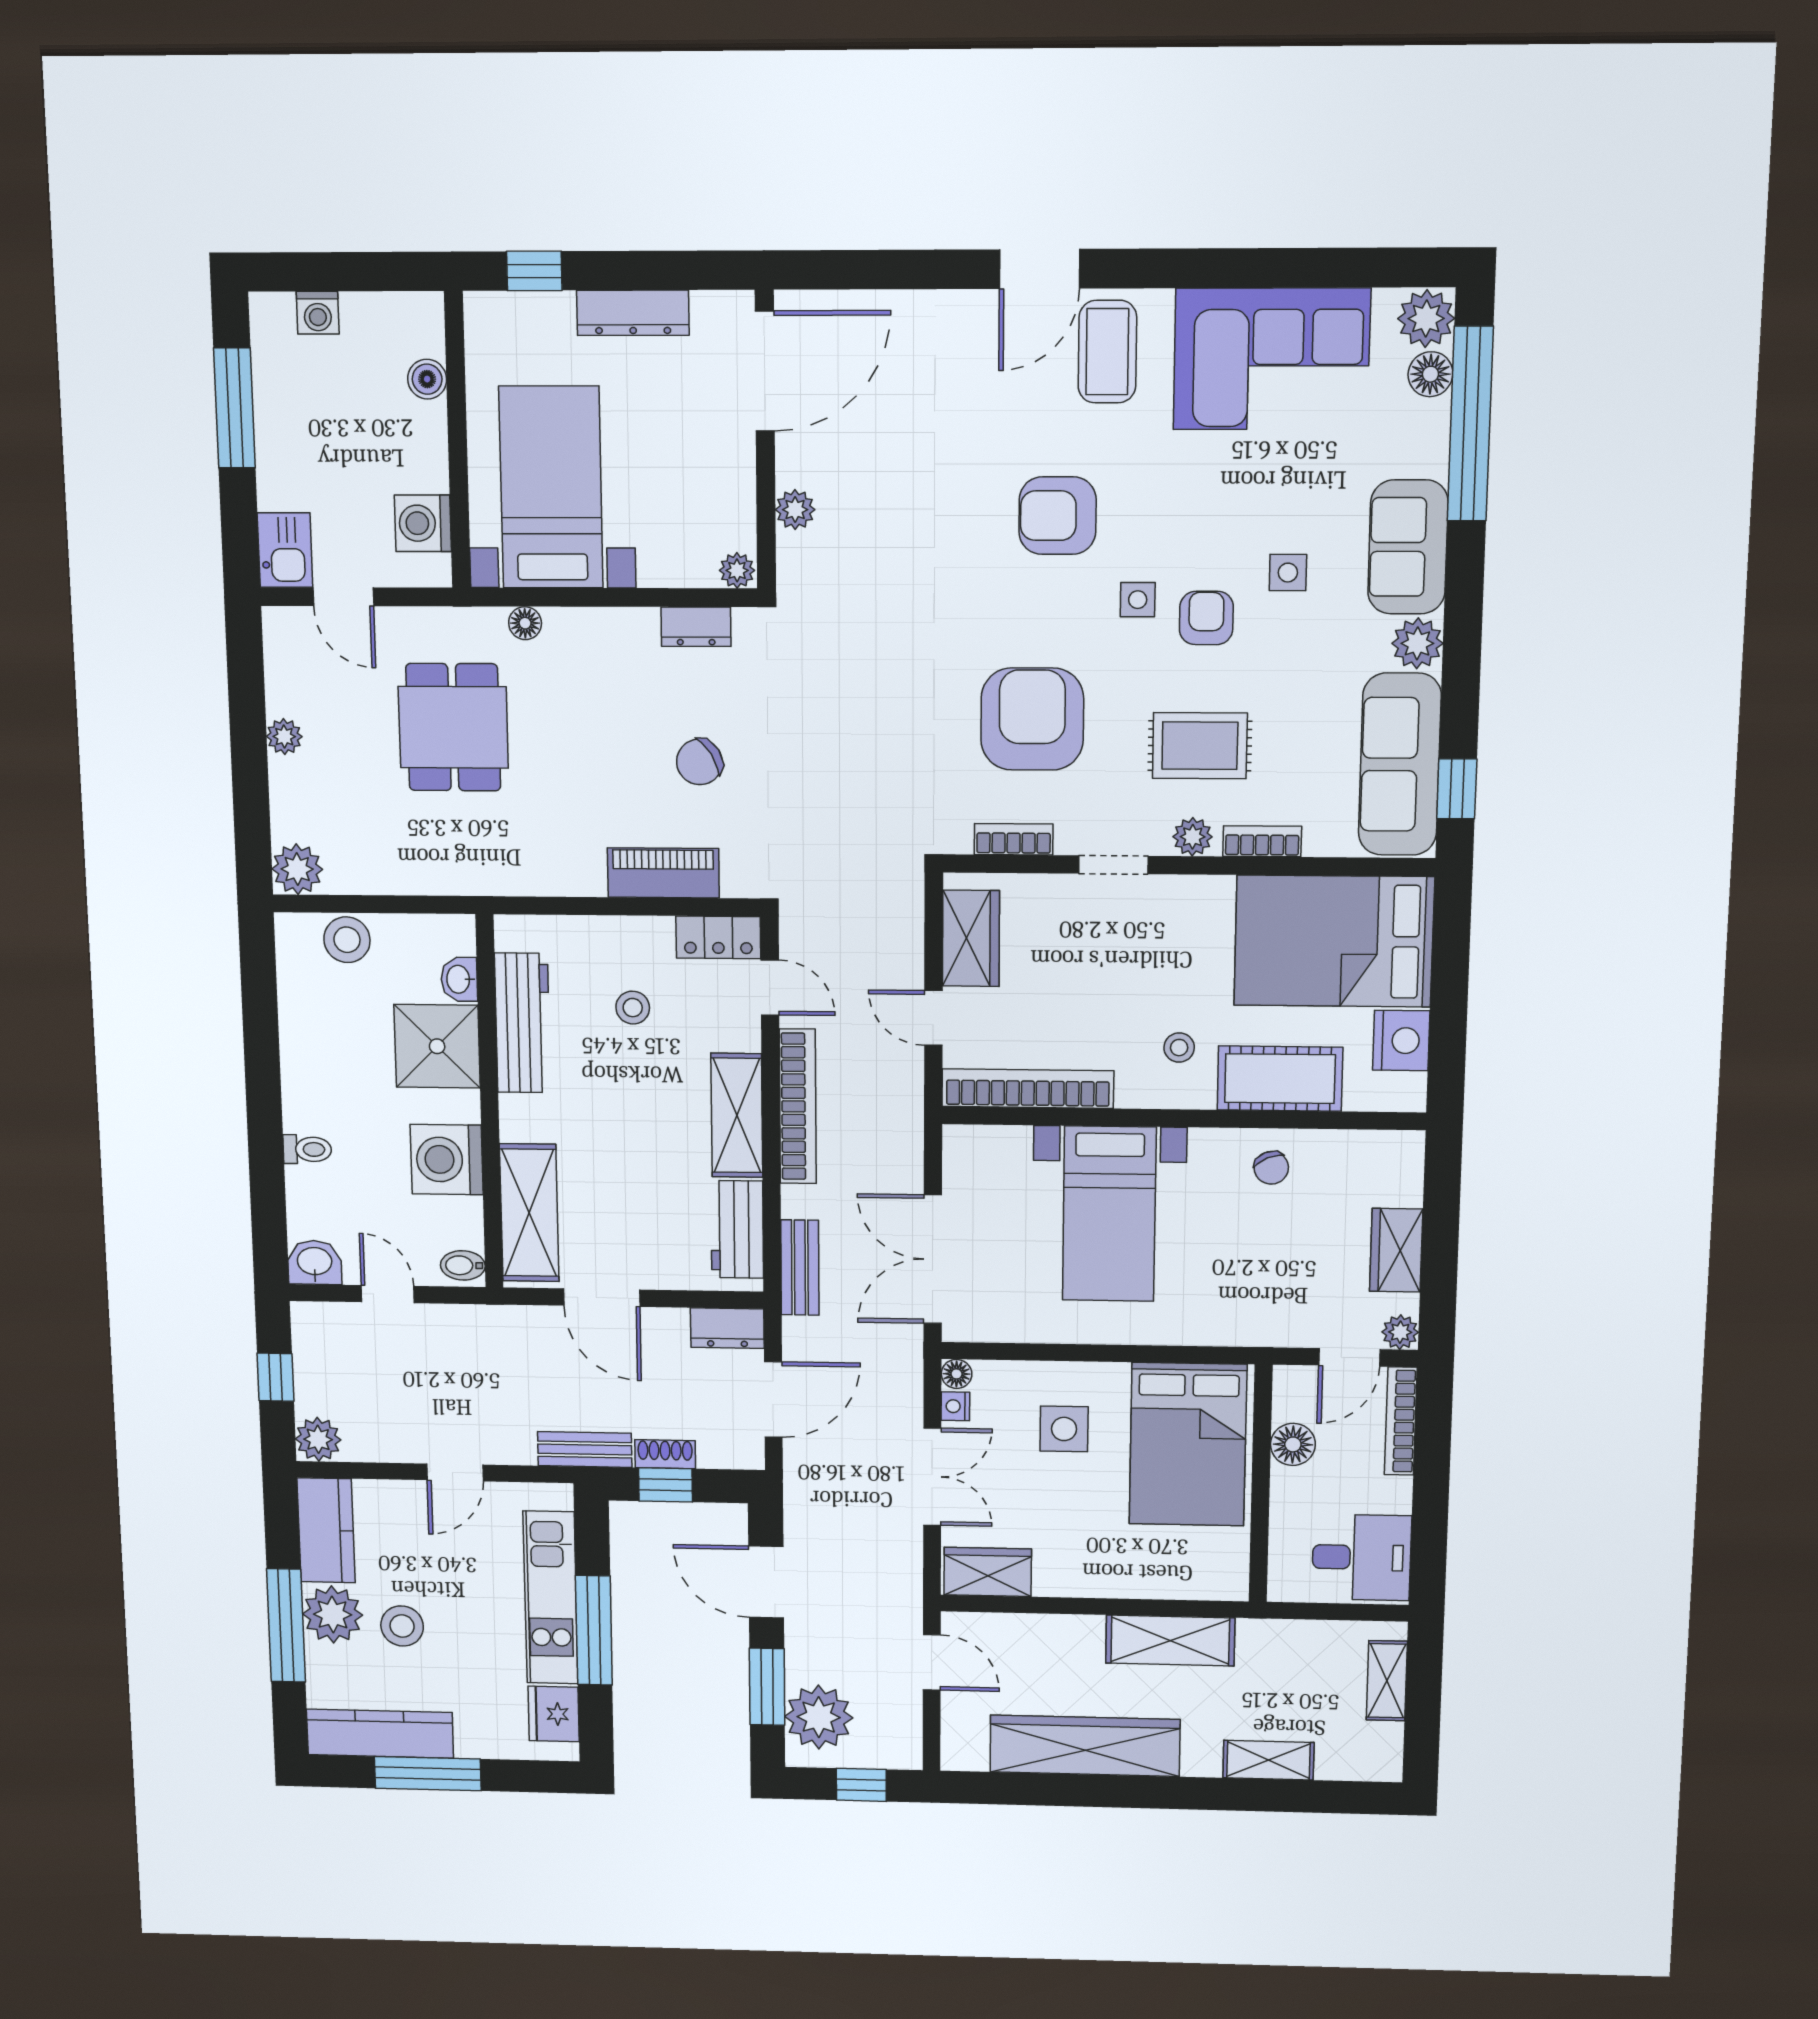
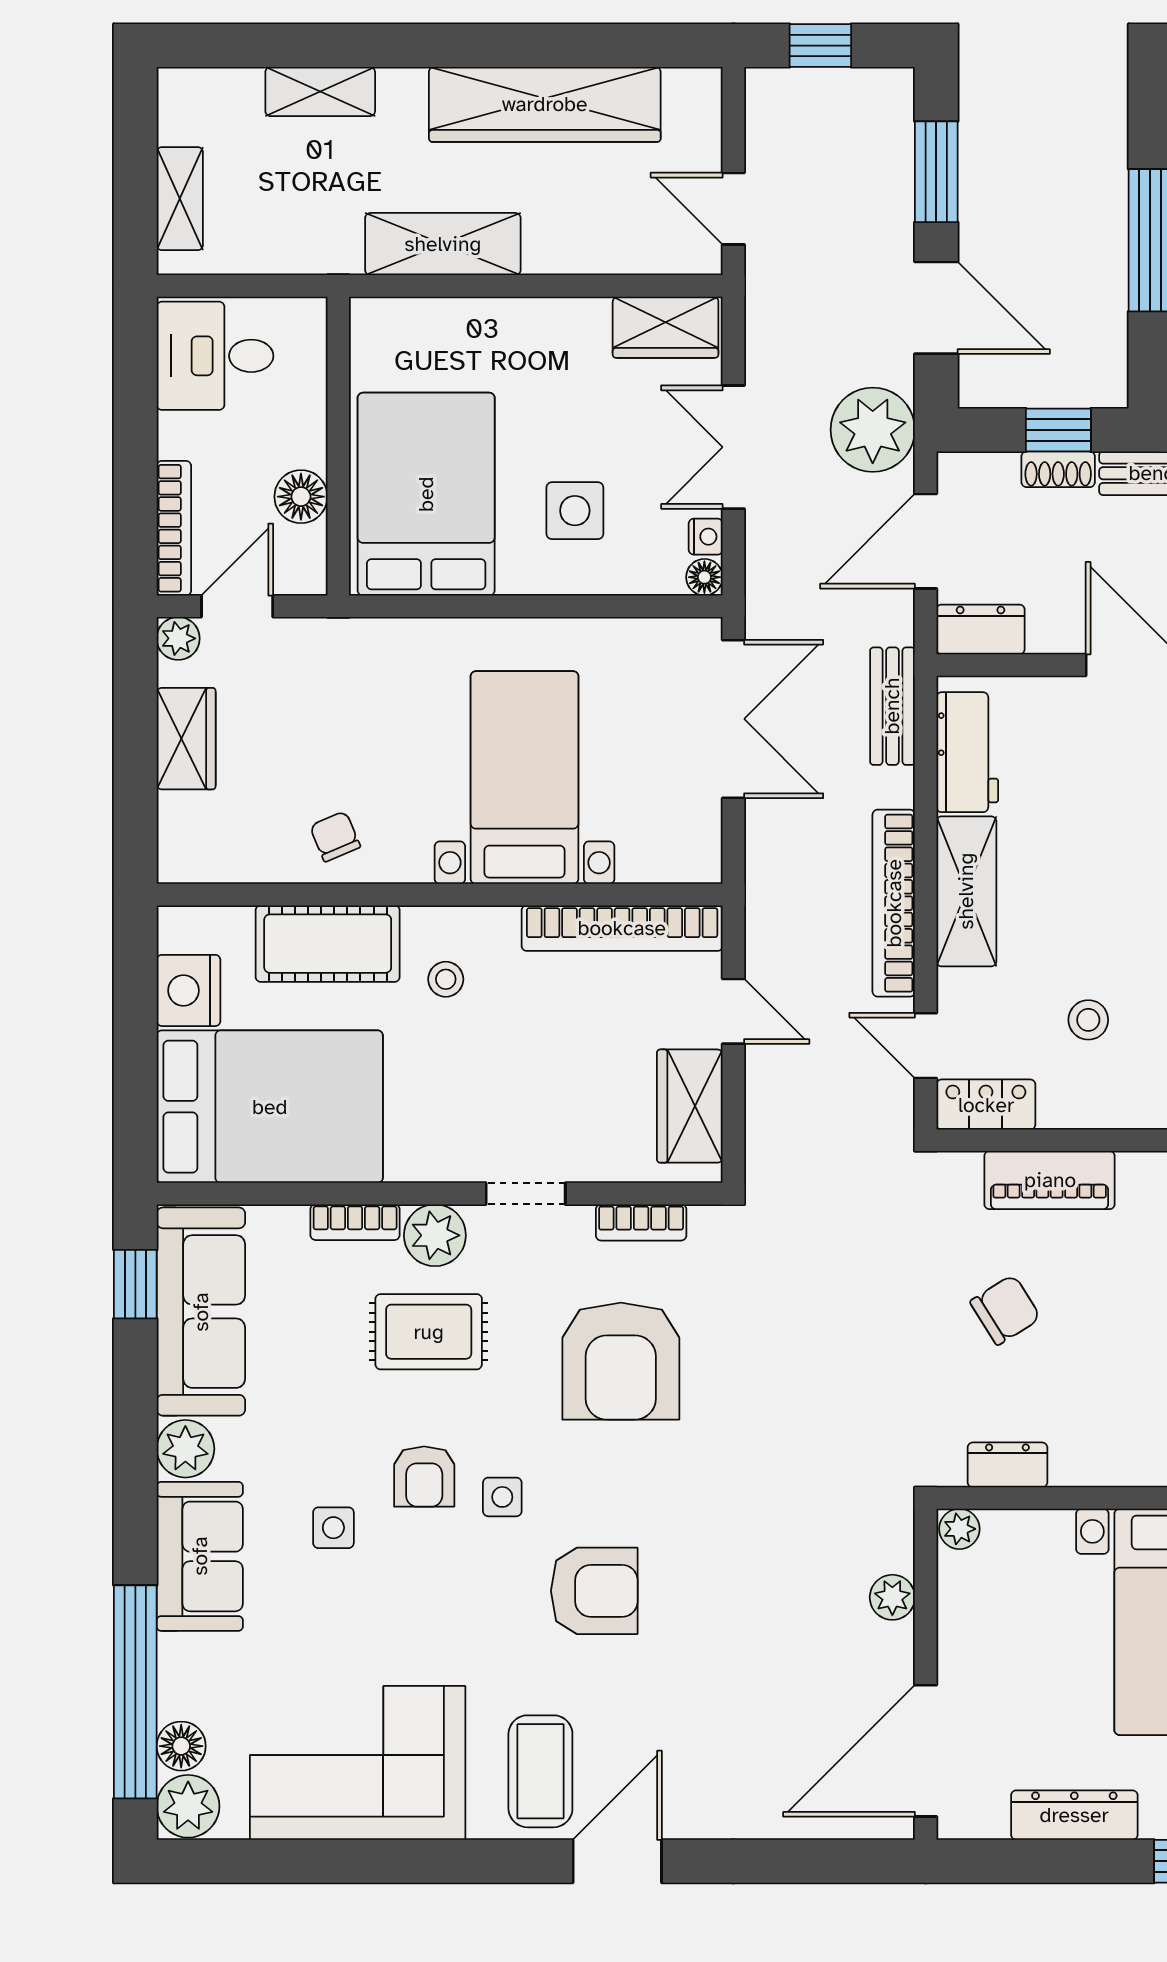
plant: (1193, 837) -> (435, 1235), width x1.38, depth x1.38
plant: (819, 1717) -> (873, 430), moved

